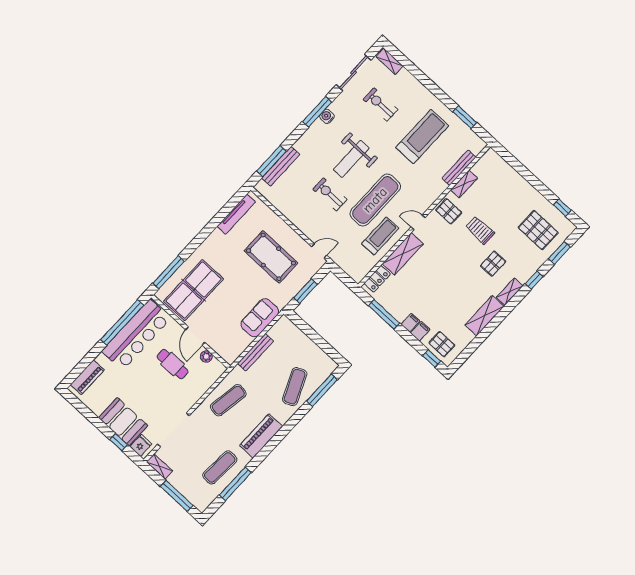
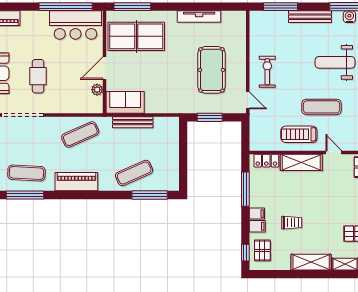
bench: (281, 166) -> (310, 17), moved
exercise bike: (330, 194) -> (267, 72), moved
exercise mat: (375, 200) -> (321, 107), width x0.73, depth x0.69
tv unit: (236, 214) -> (199, 17), moved
treadmill: (380, 236) -> (299, 134), turned 180
trolley: (441, 303) -> (292, 223), added
sofa: (260, 318) -> (125, 102), moved
bar counter: (136, 335) -> (75, 25), width x0.73
cafe table: (172, 364) -> (38, 76), moved
exercise mat: (228, 400) -> (80, 134), turned -33

